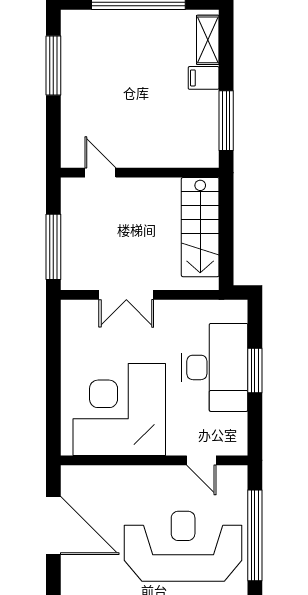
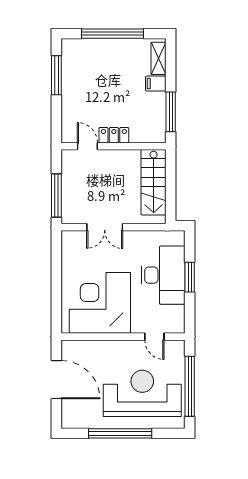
locker: (140, 156) -> (114, 135), added

